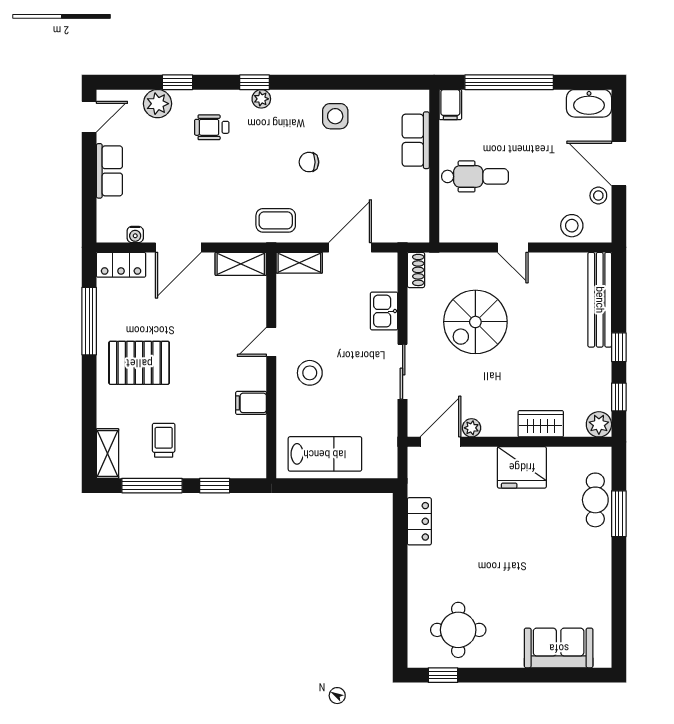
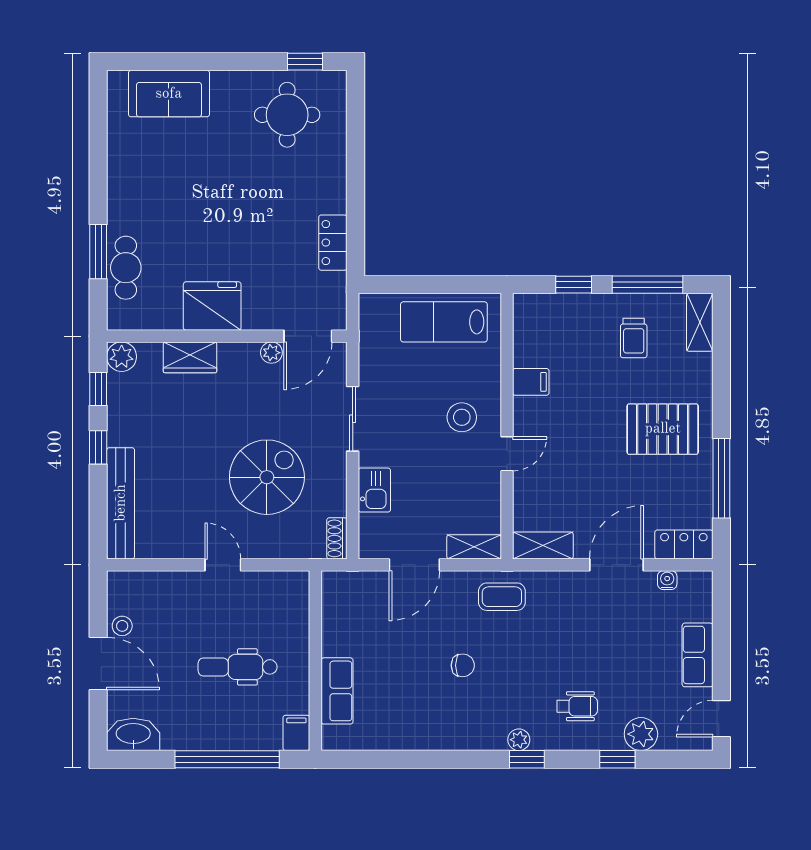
side table: (335, 116) -> (432, 719), removed
dental chair: (475, 176) -> (238, 667), moved
stool: (572, 226) -> (153, 590), removed

